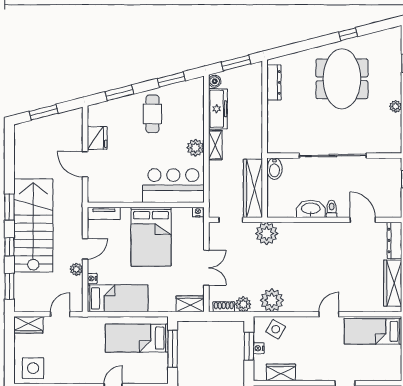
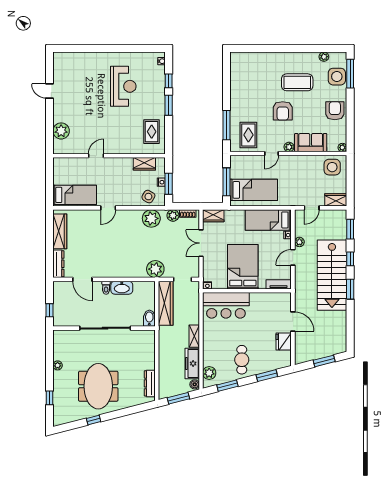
plant: (195, 148) -> (209, 373), moved

